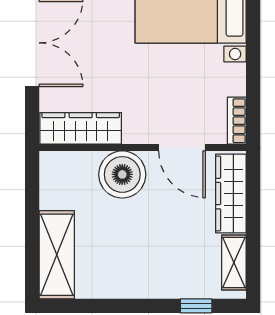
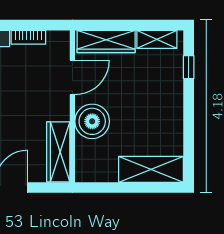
bookcase: (237, 121) -> (28, 37), moved

